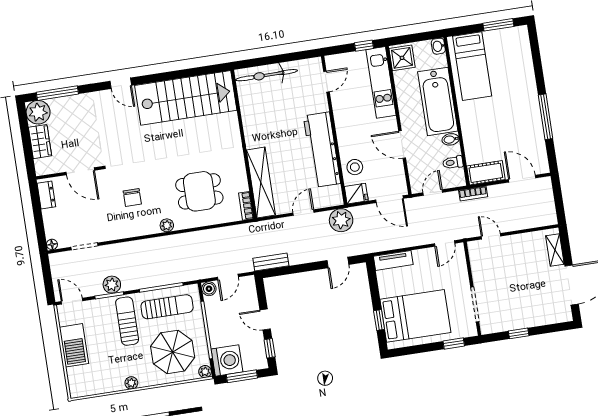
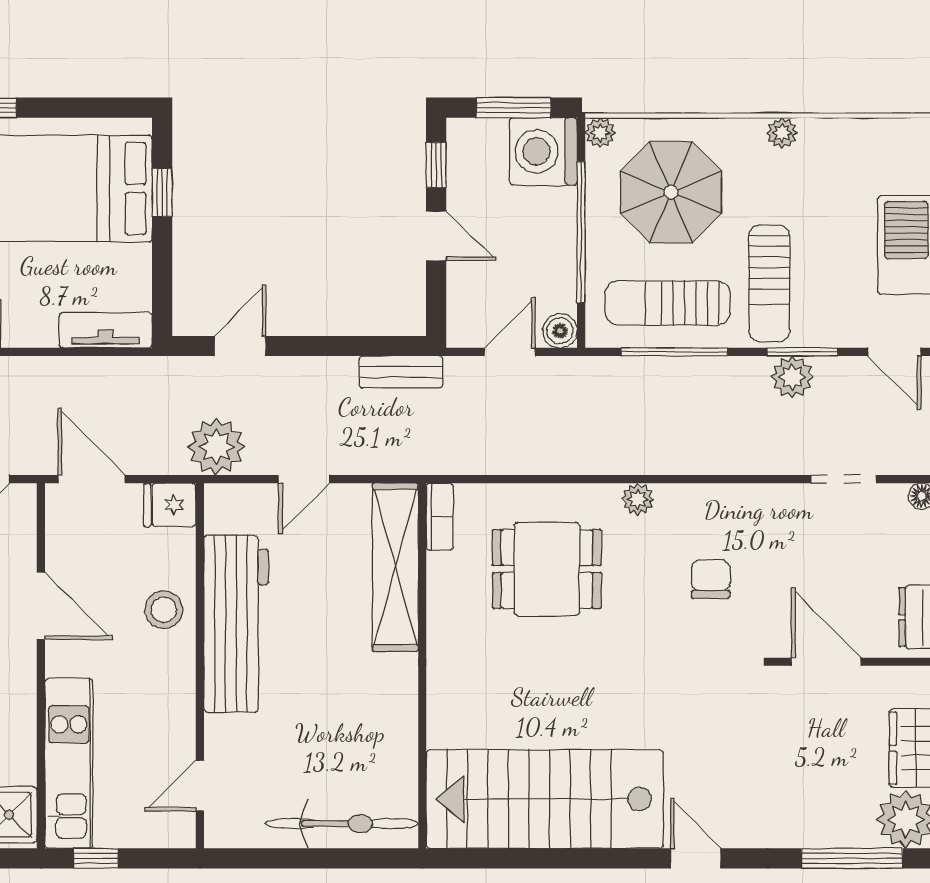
stool: (355, 167) -> (164, 610), moved

